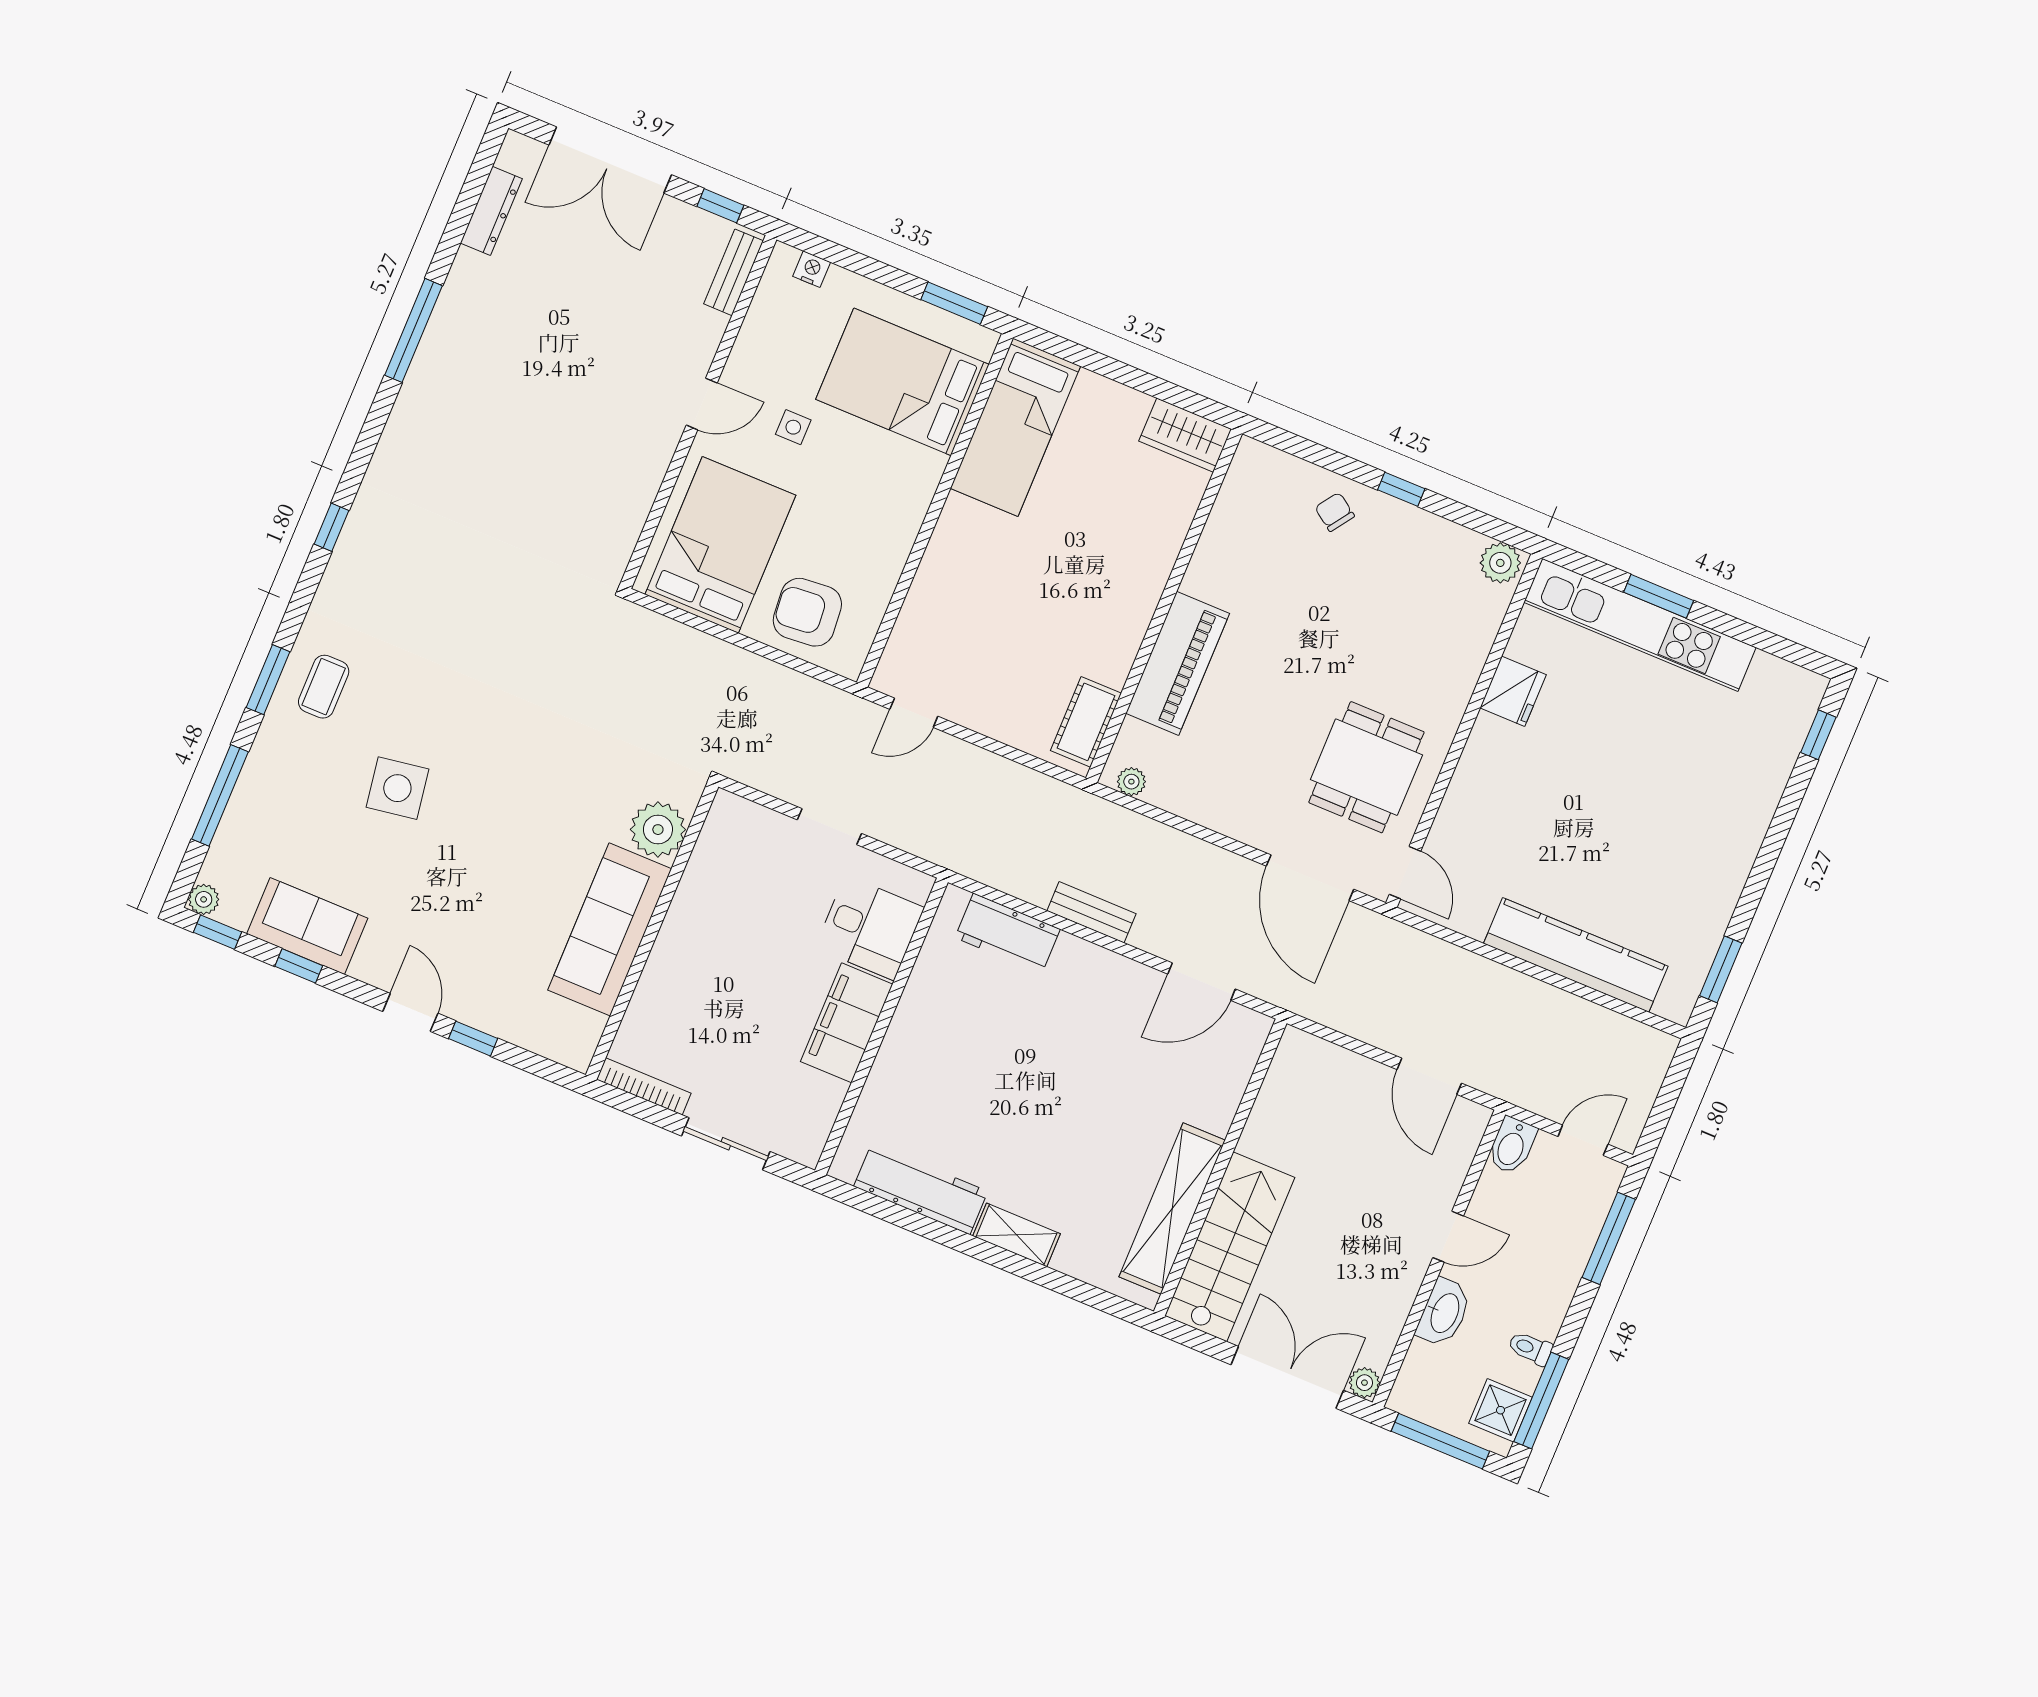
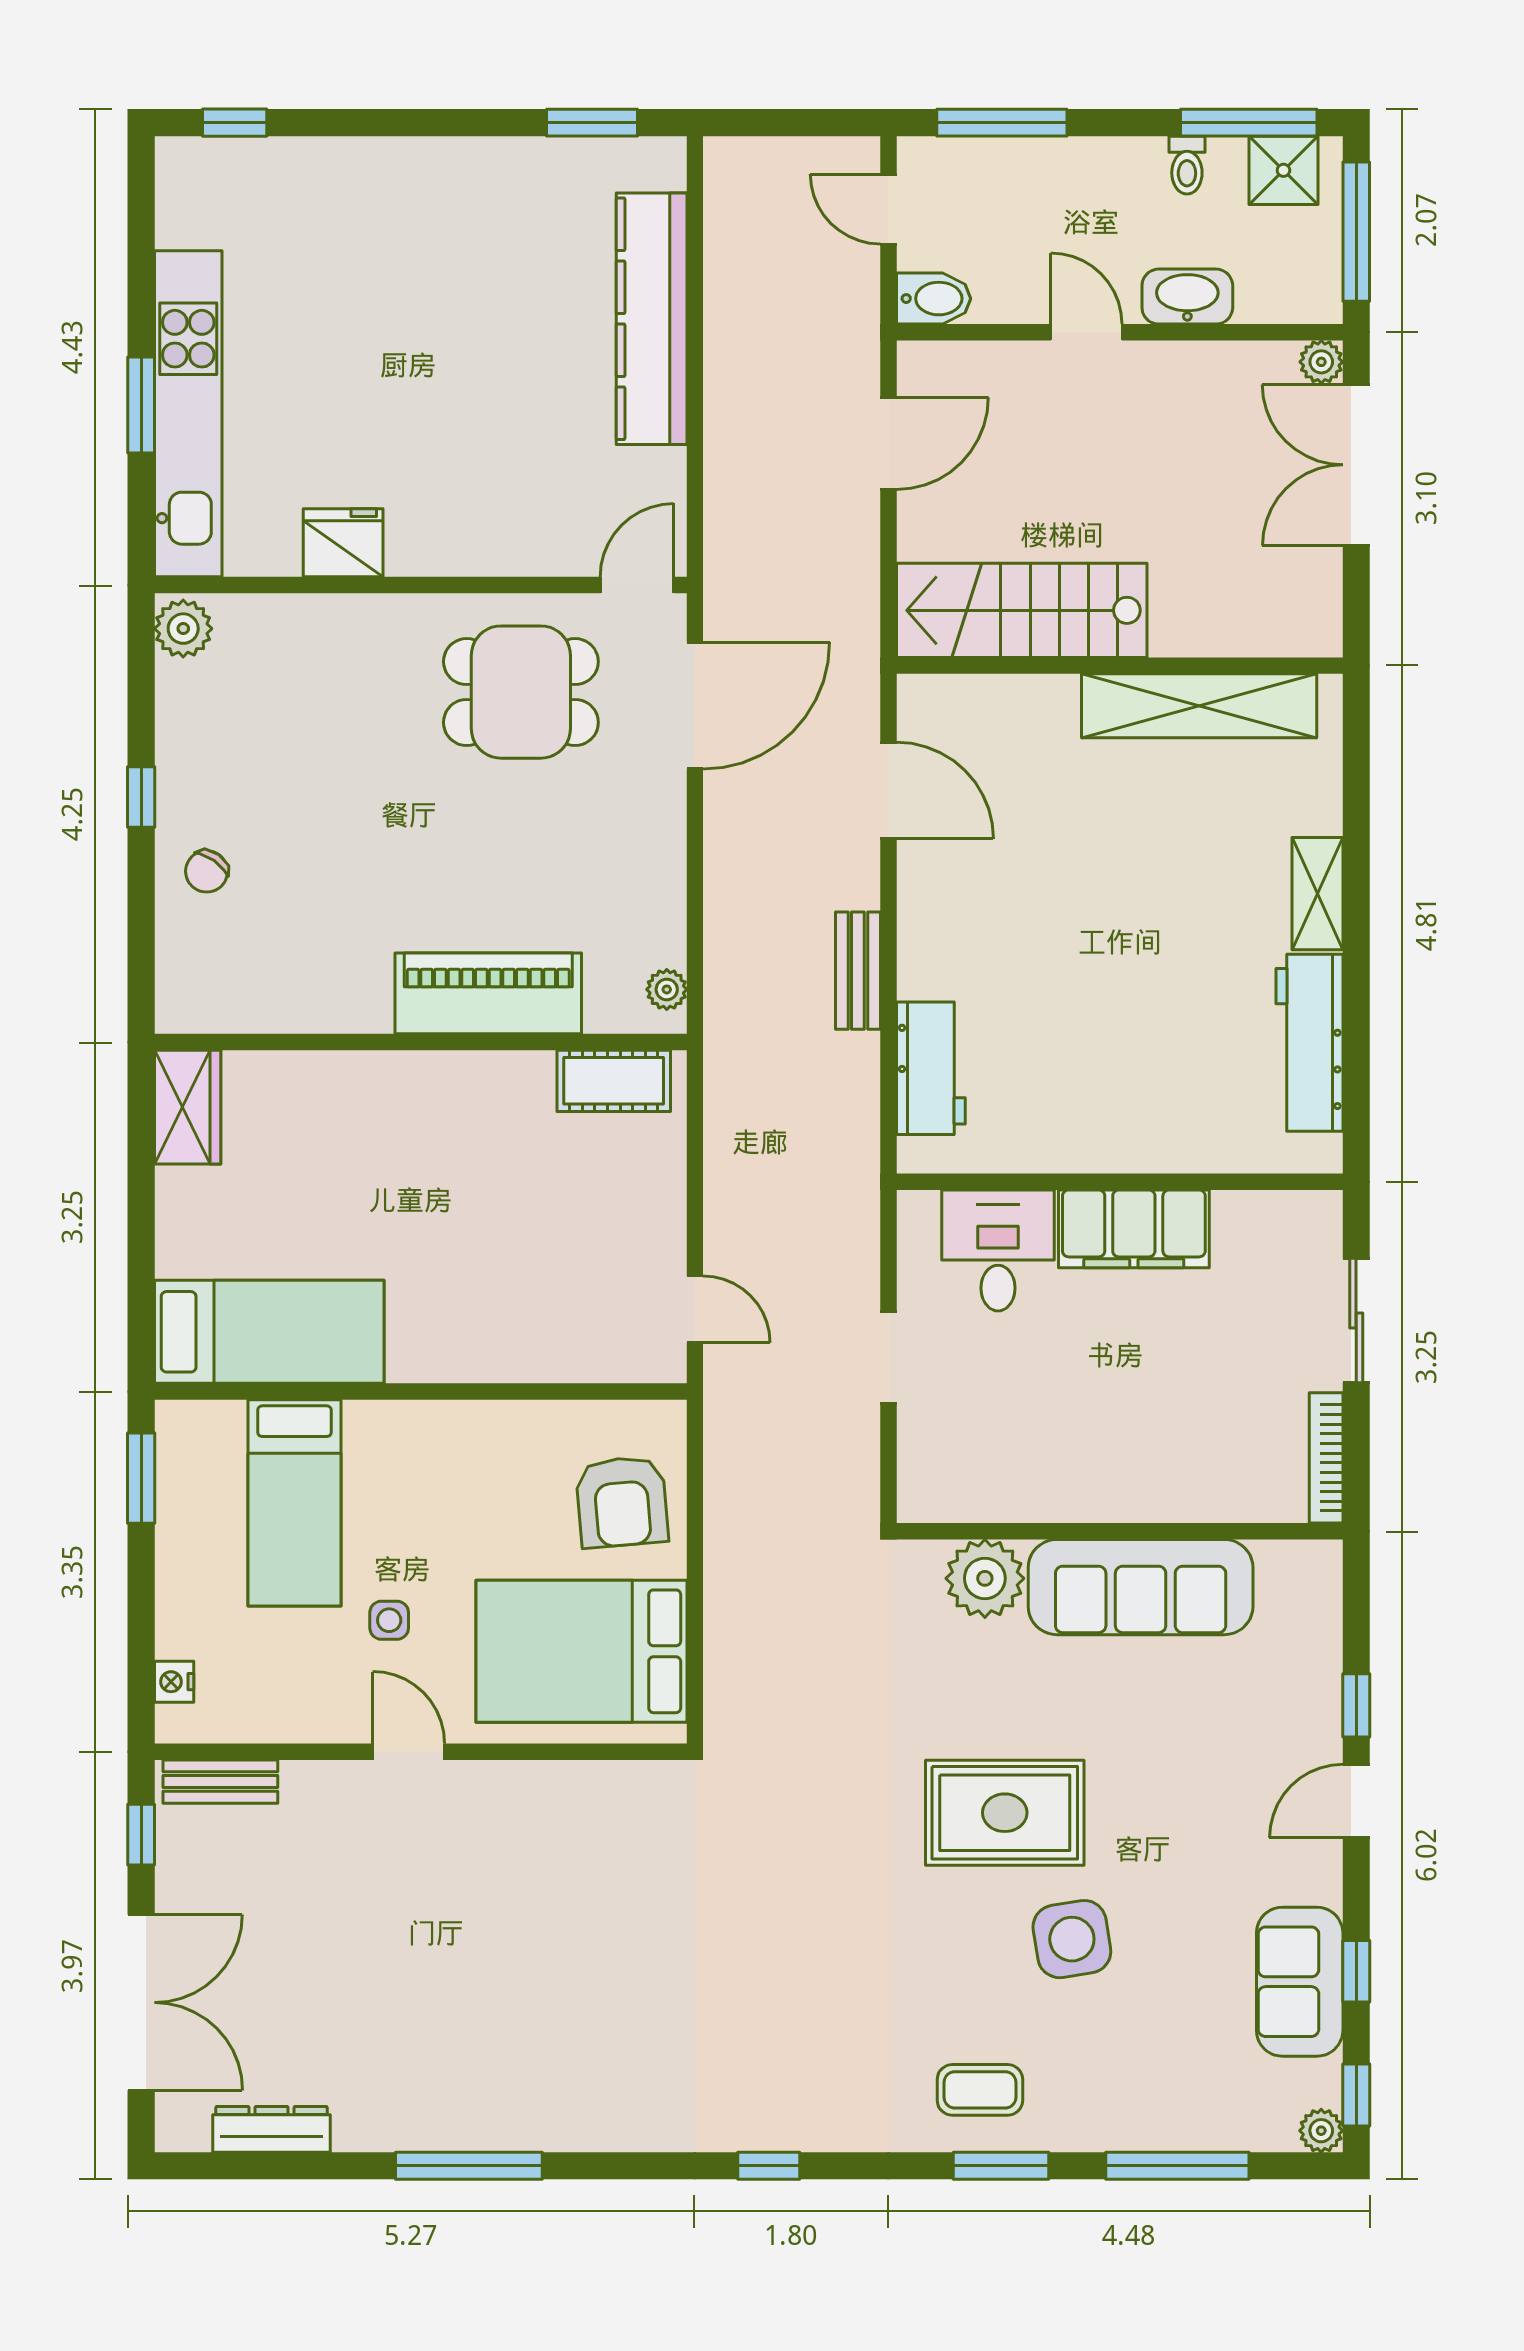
bed: (903, 382) -> (294, 1503), width x0.67
rug: (499, 779) -> (1005, 1813), added
stairs: (1230, 1247) -> (1022, 610), moved

